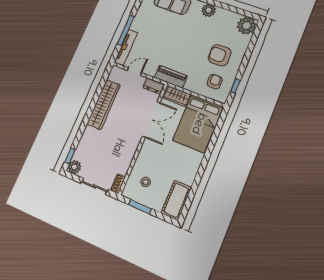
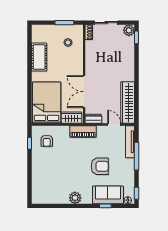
plant: (247, 26) -> (40, 196), removed
armchair: (220, 55) -> (100, 166), moved
door: (135, 72) -> (114, 125), swing flipped
wardrobe: (104, 105) -> (128, 103), moved
cot: (176, 200) -> (39, 57), moved

